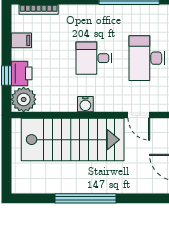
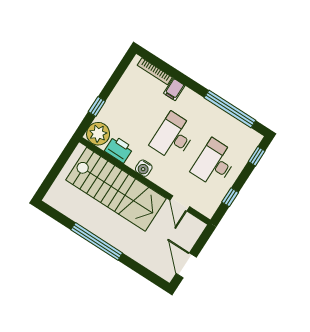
filing cabinet: (21, 40) -> (174, 89), moved, turned 90
desk: (94, 58) -> (173, 137), width x1.37
printer: (22, 73) -> (119, 149), moved, turned -90

